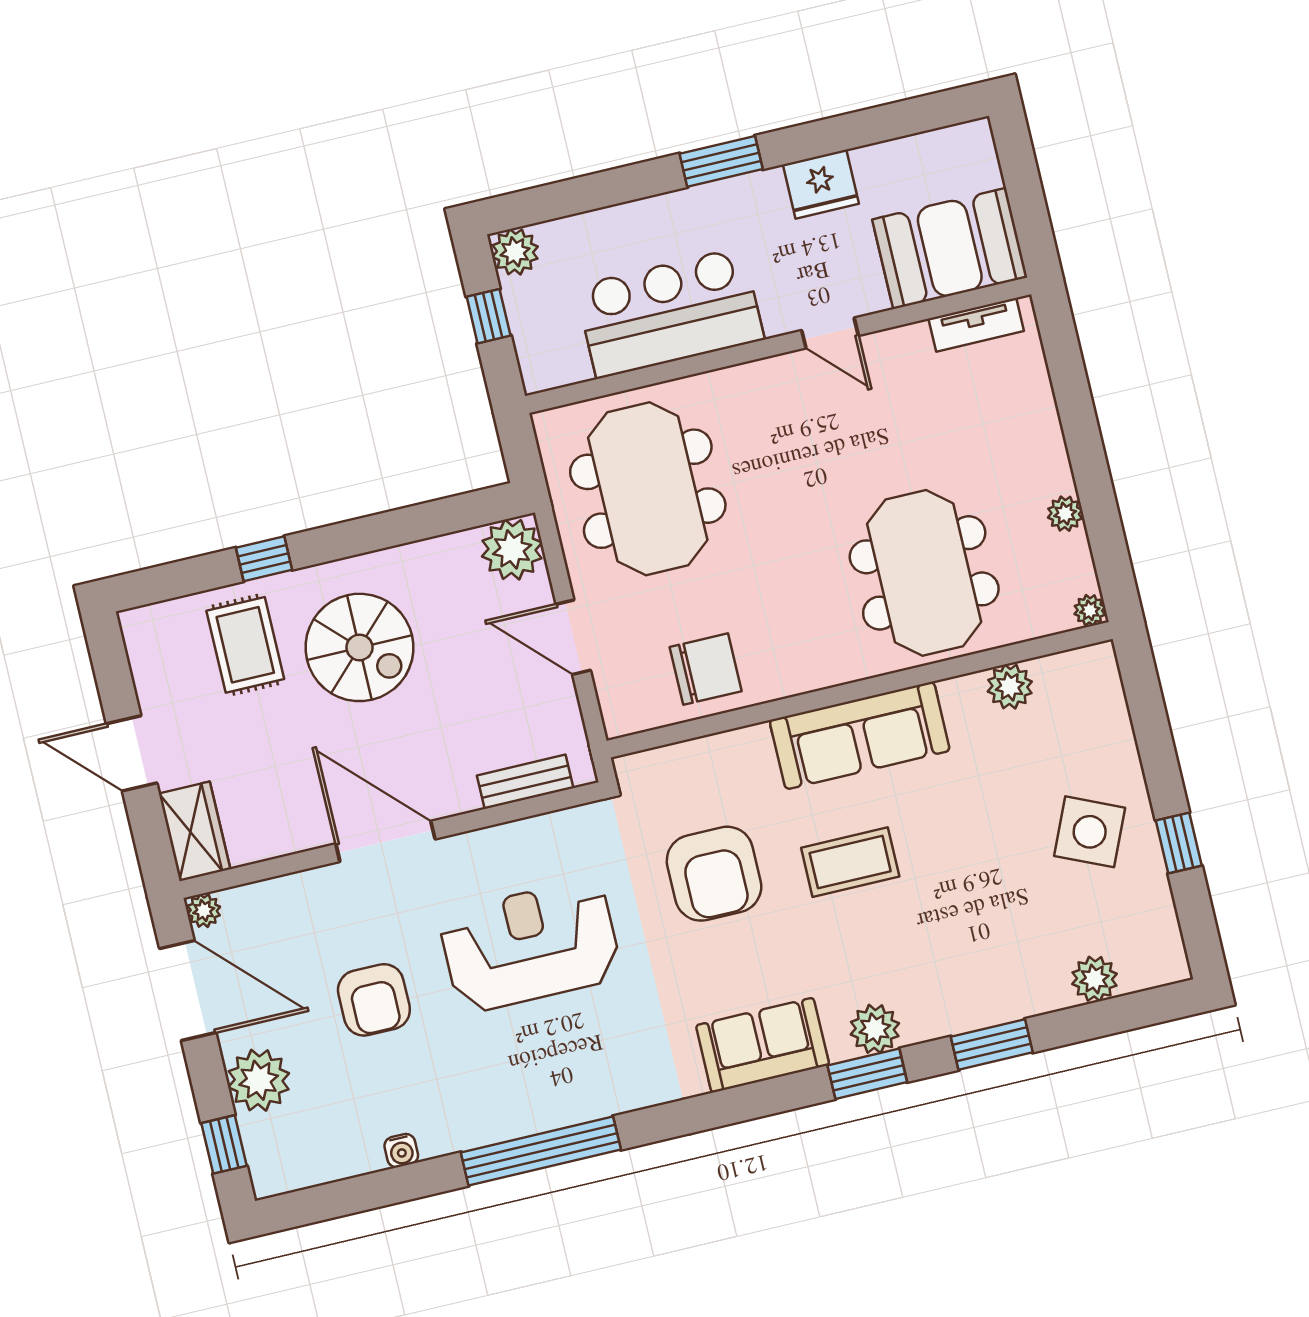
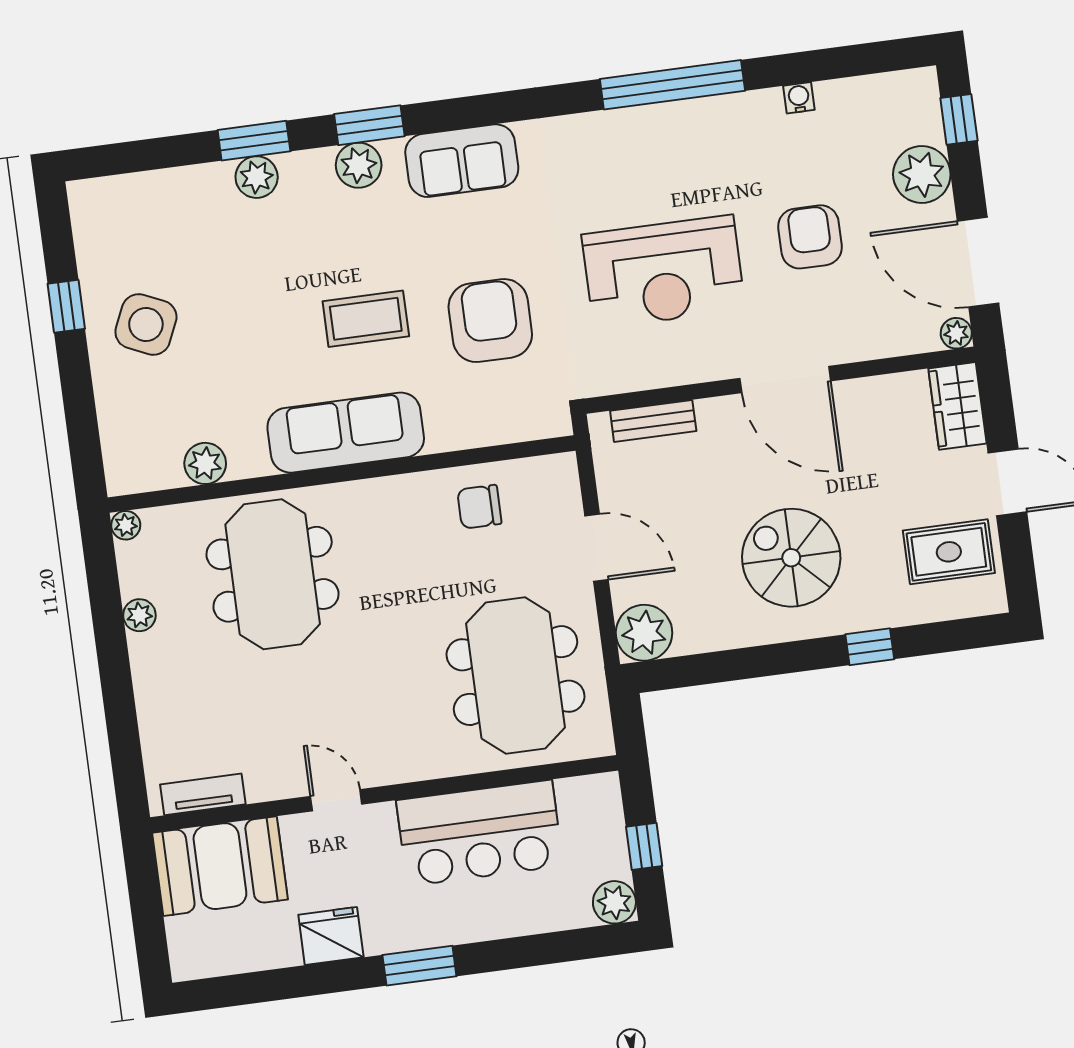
rug: (245, 645) -> (949, 552), moved, turned 90
chair: (706, 669) -> (479, 507), width x0.73, depth x0.73
plant: (1095, 979) -> (257, 177), moved

